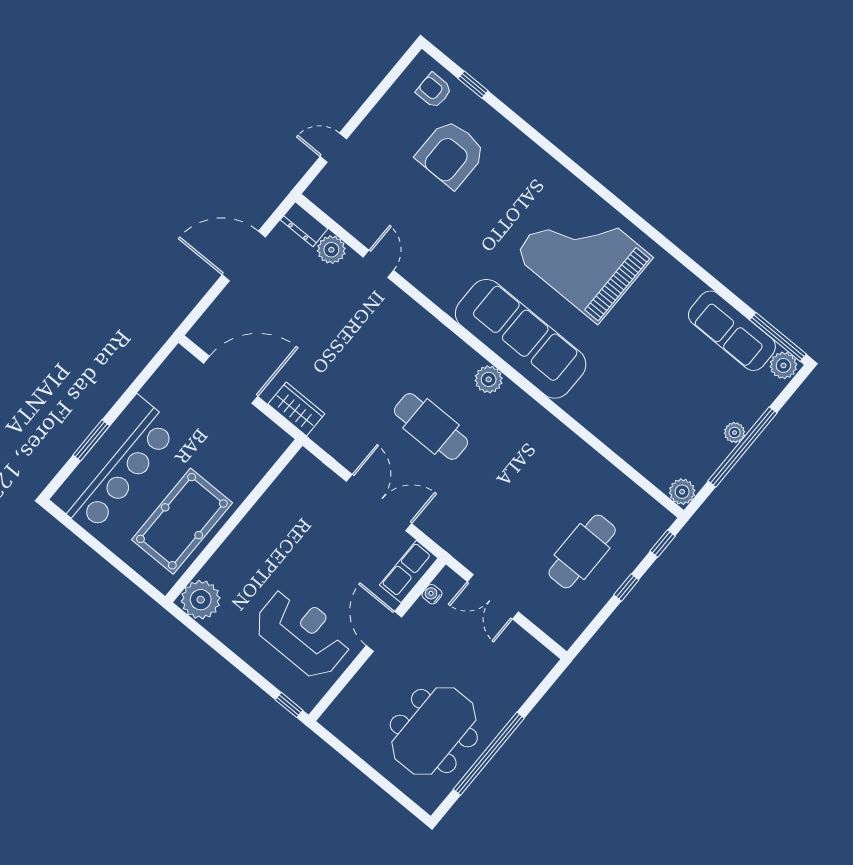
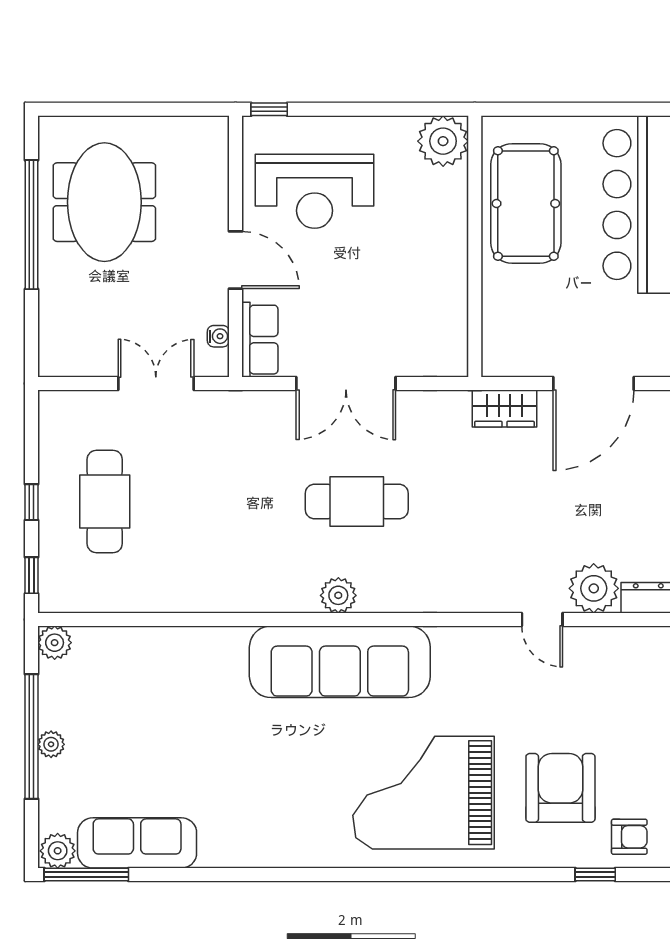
plant: (331, 250) -> (594, 588), width x1.36, depth x1.36
grand piano: (583, 256) -> (424, 793), moved, turned 180

